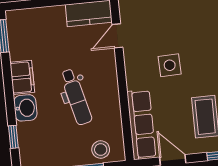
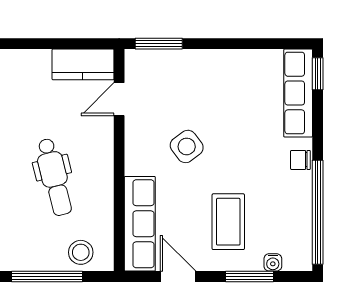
side table: (170, 65) -> (187, 146), turned -35

